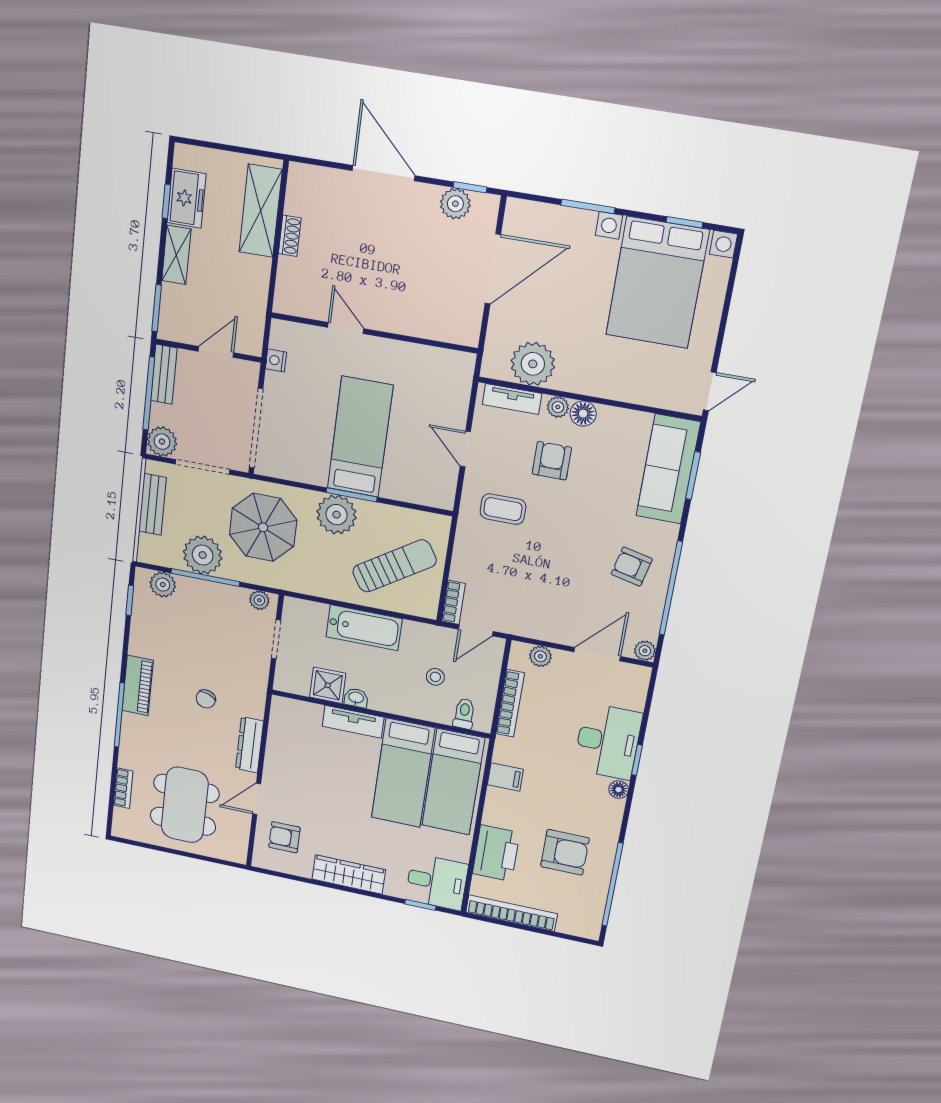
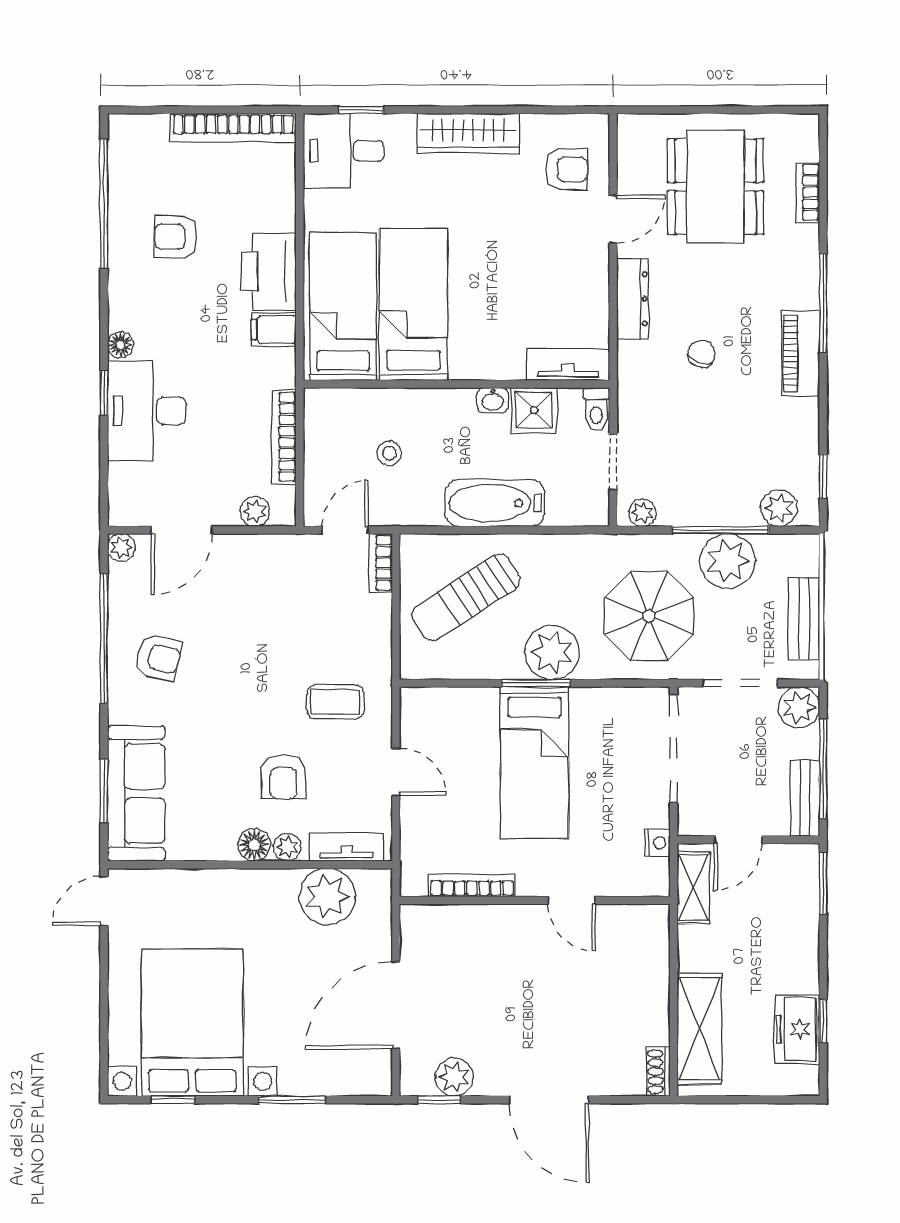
shoe rack: (290, 236) -> (658, 1072), moved
shelving: (176, 255) -> (693, 888), moved
bookcase: (420, 353) -> (472, 886), added
toilet: (464, 714) -> (596, 409), moved
tv unit: (353, 722) -> (568, 365), moved
armchair: (565, 852) -> (176, 237), width x0.72, depth x0.72
printer: (496, 853) -> (269, 271), moved

